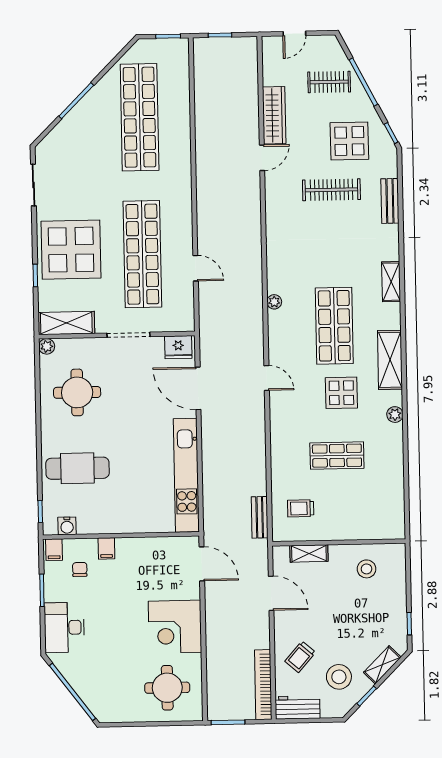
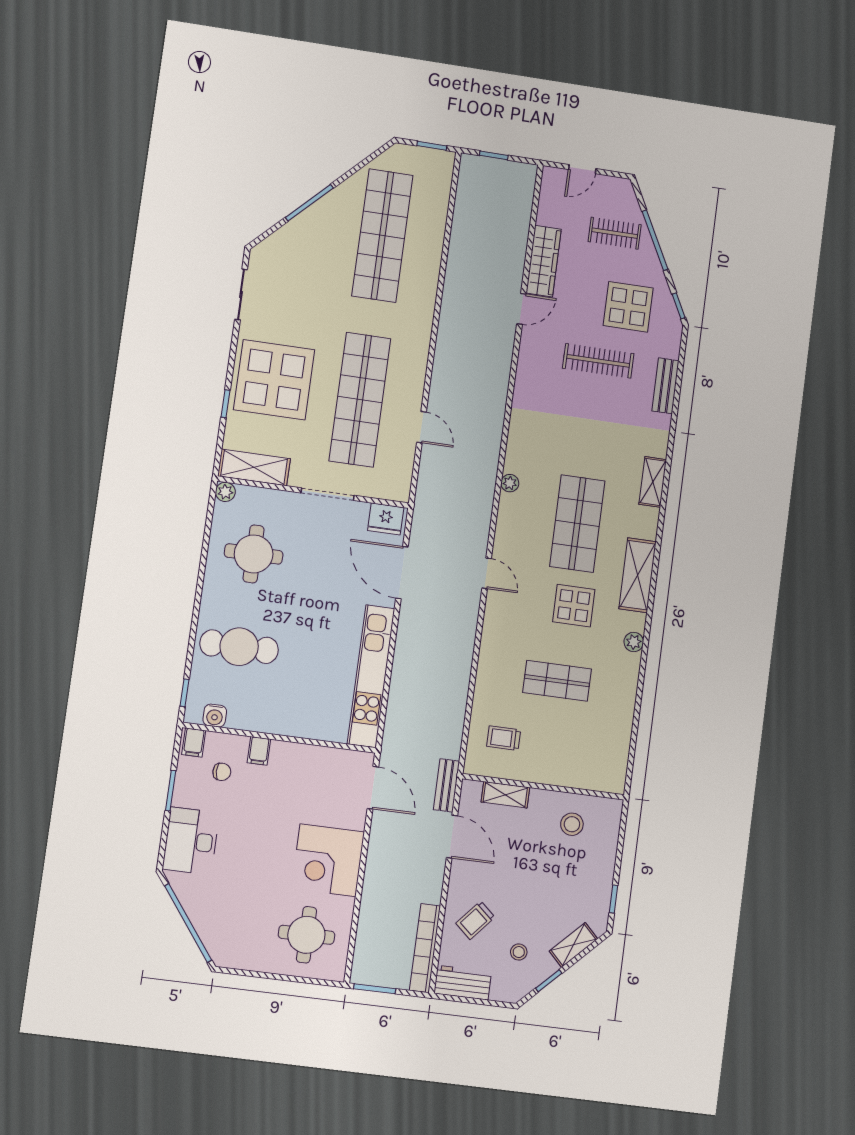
bench: (260, 517) -> (446, 785), moved
chair: (80, 569) -> (222, 772), turned 89
stool: (339, 677) -> (519, 952), width x0.53, depth x0.53

